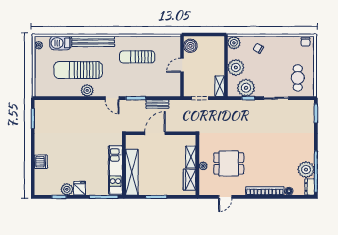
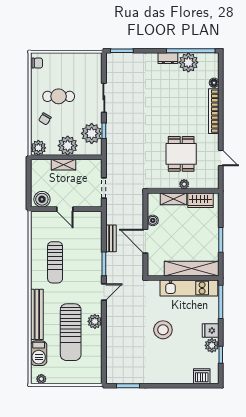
cafe table: (298, 78) -> (59, 96), moved
shelving: (220, 86) -> (63, 165), moved
boiler: (173, 139) -> (153, 220), added
stool: (80, 148) -> (163, 330), added
dishwasher: (41, 162) -> (202, 376), moved
dresser: (310, 187) -> (168, 58), moved

